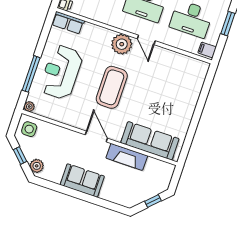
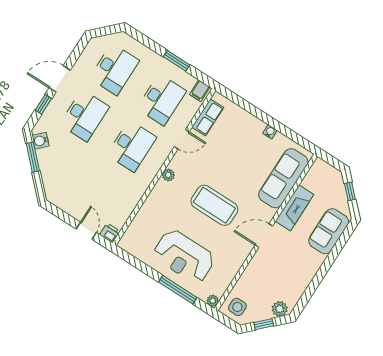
row of seats: (68, 23) -> (208, 117), moved
door: (146, 40) -> (182, 139), moved
plant: (122, 44) -> (168, 175), width x0.53, depth x0.53
water cooler: (187, 119) -> (270, 132), added
sofa: (82, 180) -> (329, 231), moved

